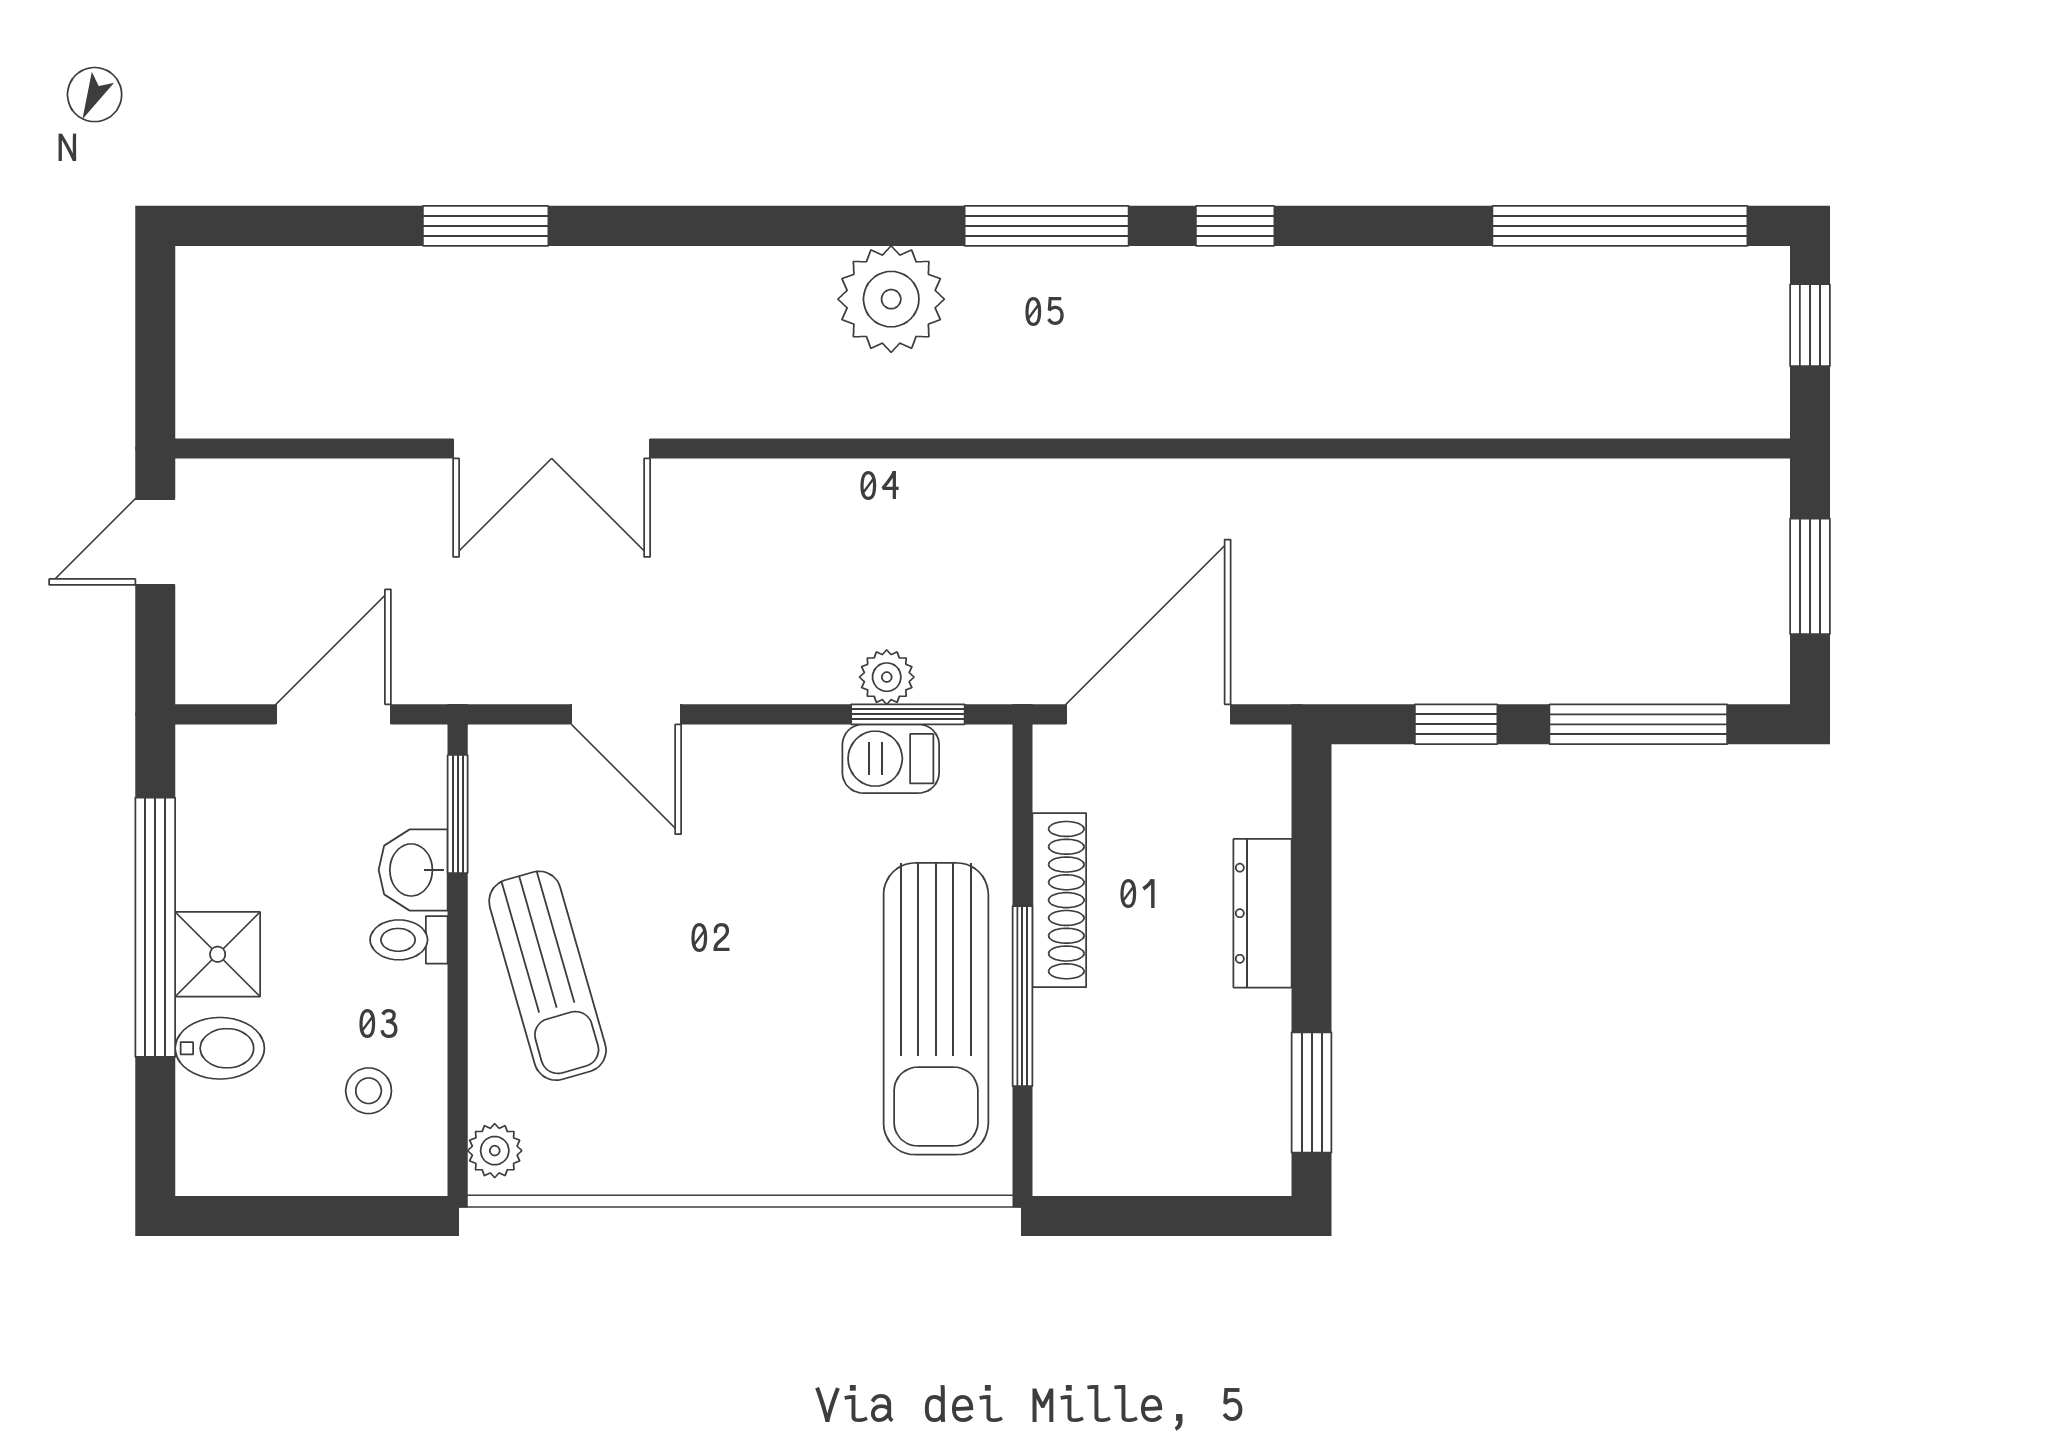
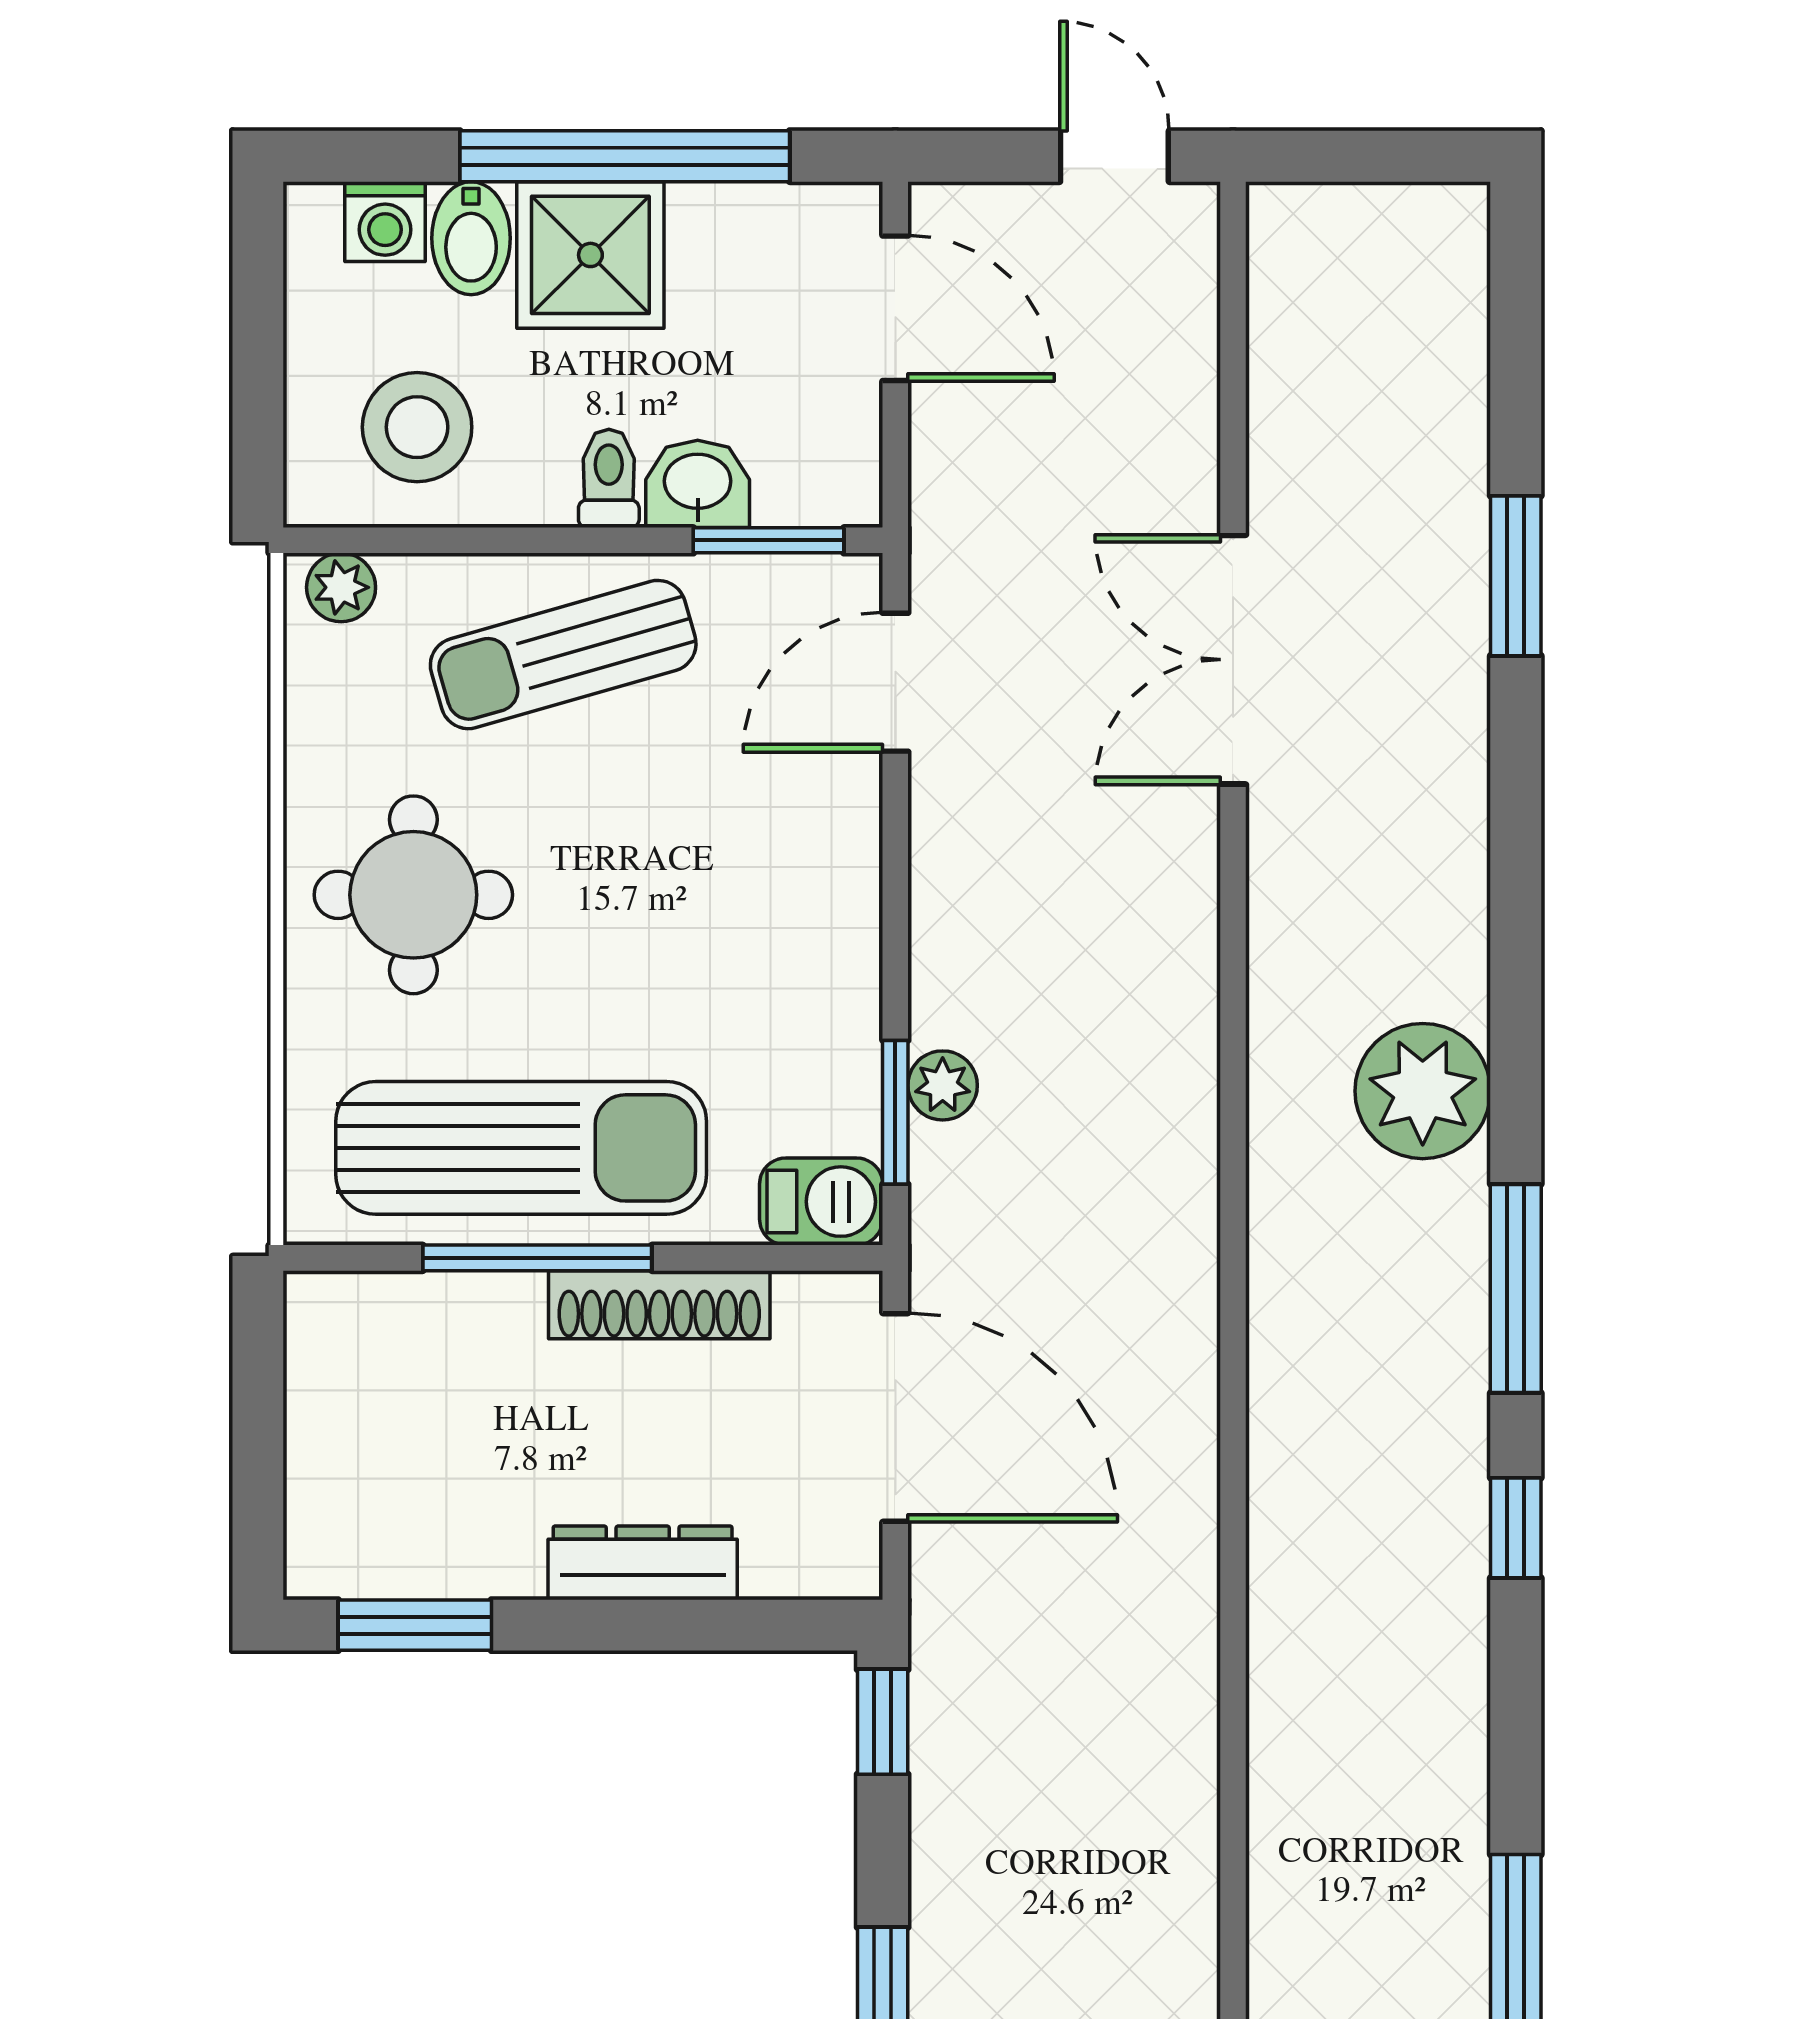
door: (333, 714) -> (895, 308), moved
door: (626, 714) -> (895, 682), moved
window: (1456, 724) -> (883, 1722), moved
barbecue: (891, 759) -> (821, 1202), moved, turned 90
shower: (218, 954) -> (590, 255), width x1.36, depth x1.36
sun lounger: (936, 1009) -> (521, 1148), turned 180
stool: (369, 1091) -> (417, 427), width x1.89, depth x1.89
round table: (737, 1094) -> (413, 895), added
washing machine: (207, 1116) -> (385, 222), added

